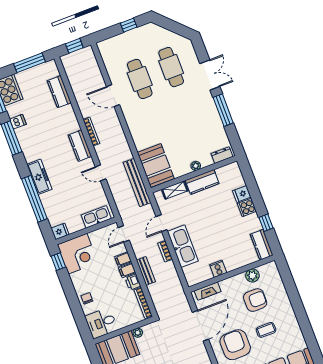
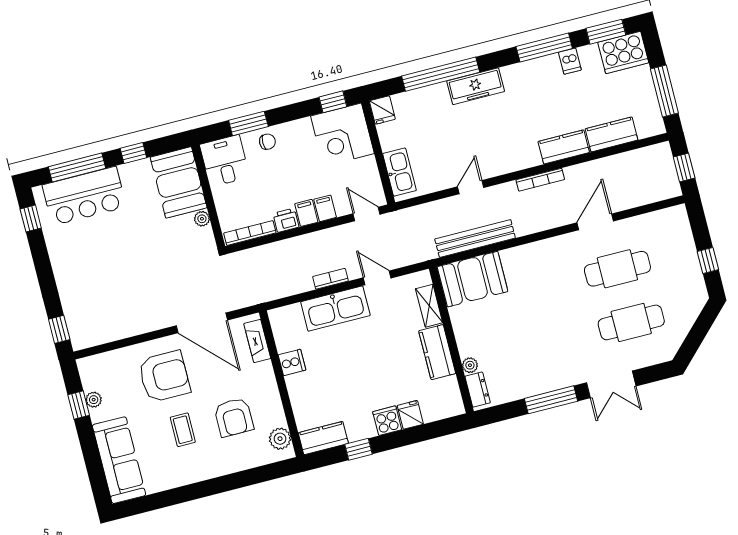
kitchen counter: (80, 146) -> (564, 147), moved
plant: (196, 166) -> (470, 365), moved
bench: (137, 182) -> (475, 238), moved
bench: (146, 271) -> (302, 244), removed
plant: (252, 276) -> (280, 439), moved
window: (77, 311) -> (248, 123), added

